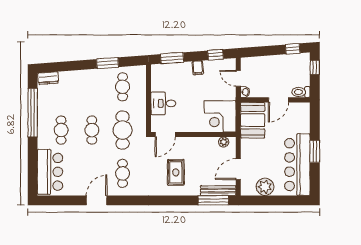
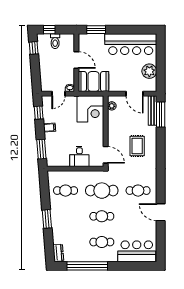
window: (108, 63) -> (47, 219), moved
toilet: (301, 92) -> (55, 41), moved
window: (315, 151) -> (96, 30), moved
rug: (176, 172) -> (137, 146), turned 90

